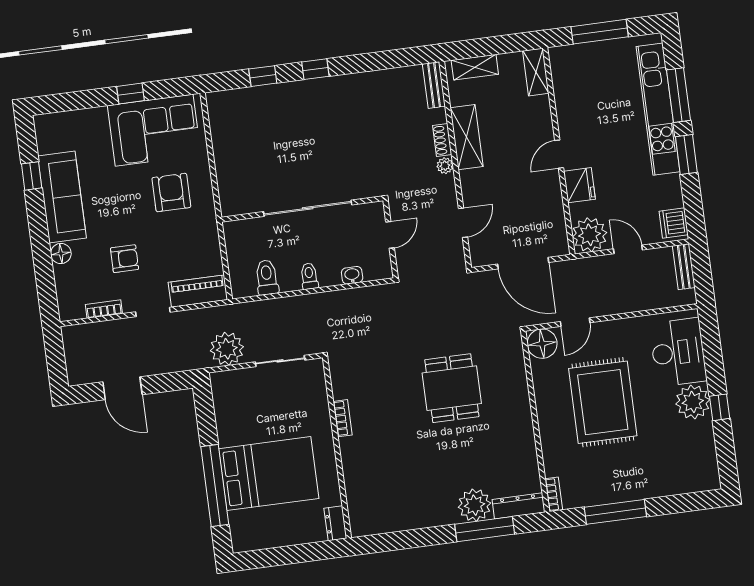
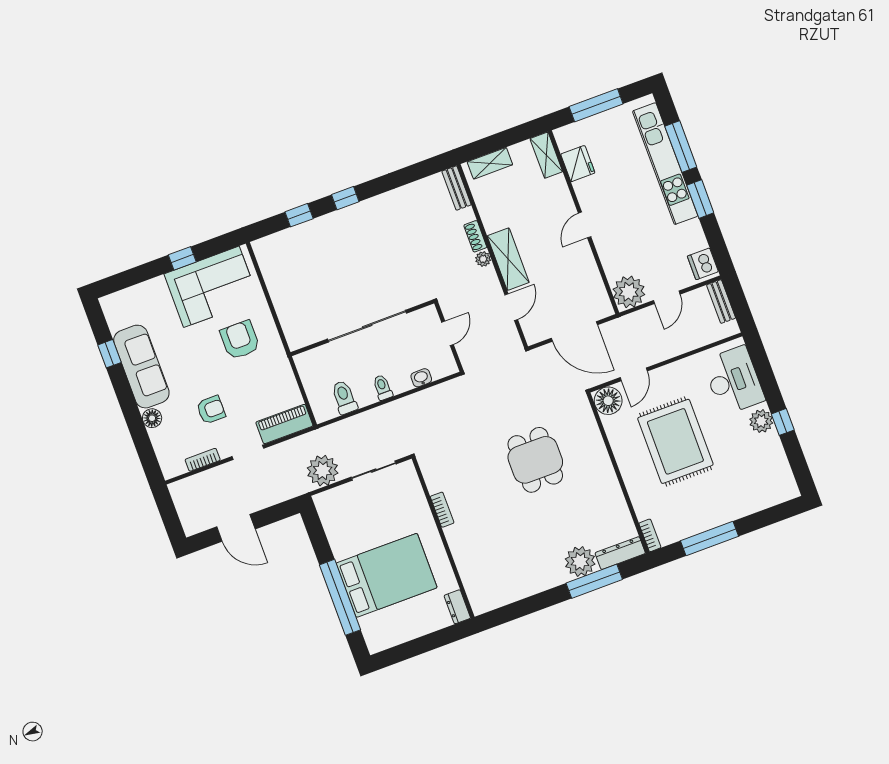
shelving: (467, 137) -> (508, 259), moved
fridge: (579, 185) -> (578, 164), moved
door: (628, 249) -> (667, 297), swing flipped
plant: (693, 402) -> (761, 421), width x0.73, depth x0.73

